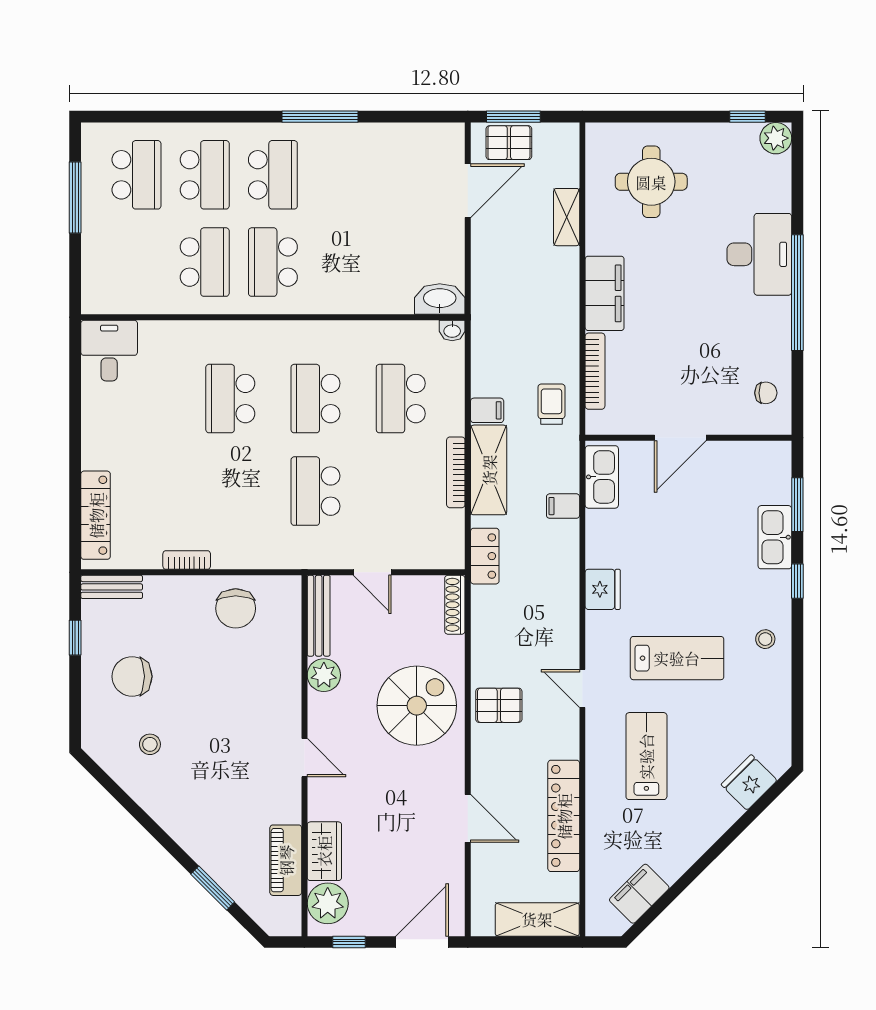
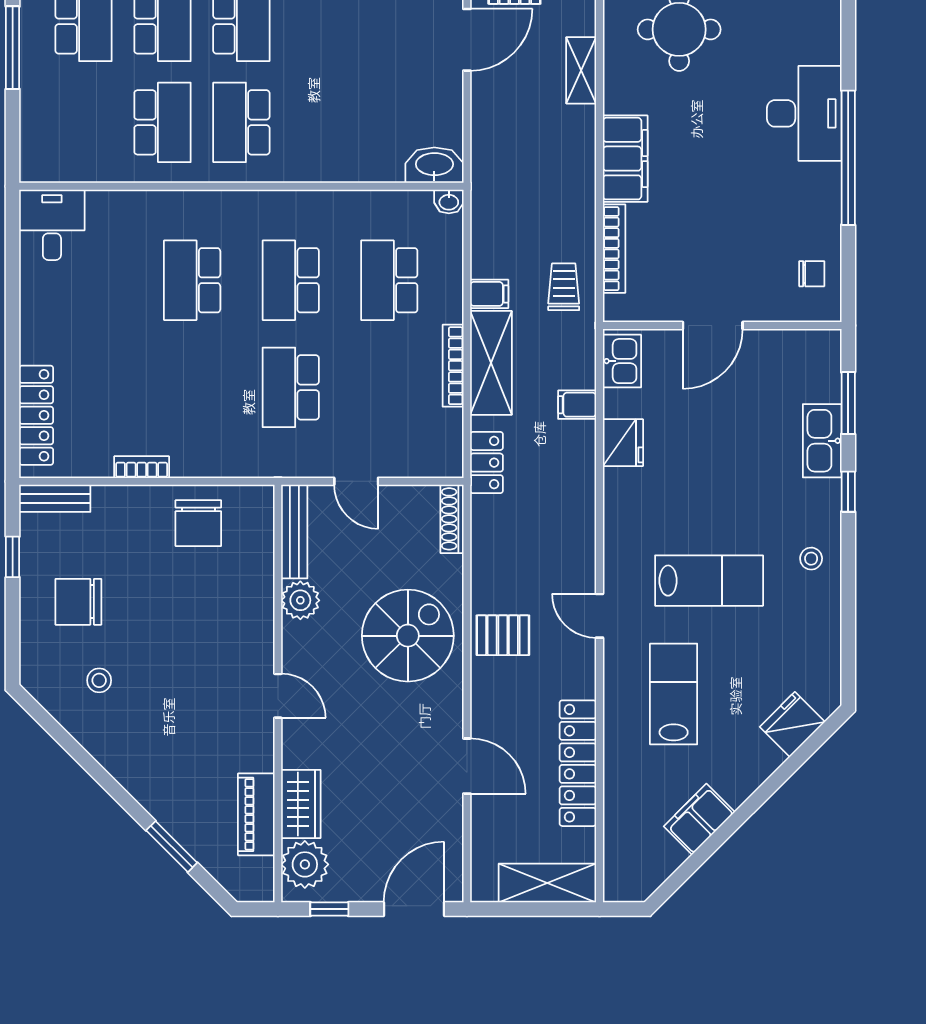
kitchen sink: (602, 477) -> (622, 361), width x0.73
fridge: (603, 589) -> (623, 443), moved
filing cabinet: (639, 894) -> (699, 819), moved

